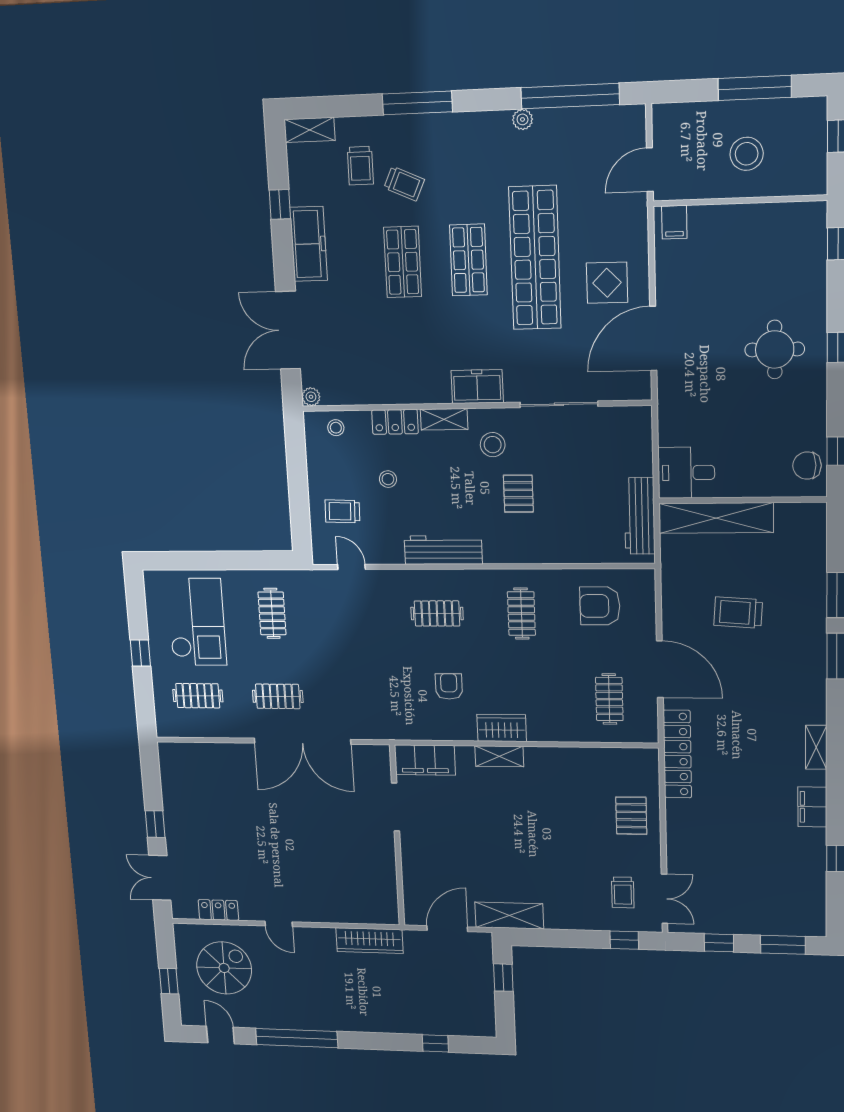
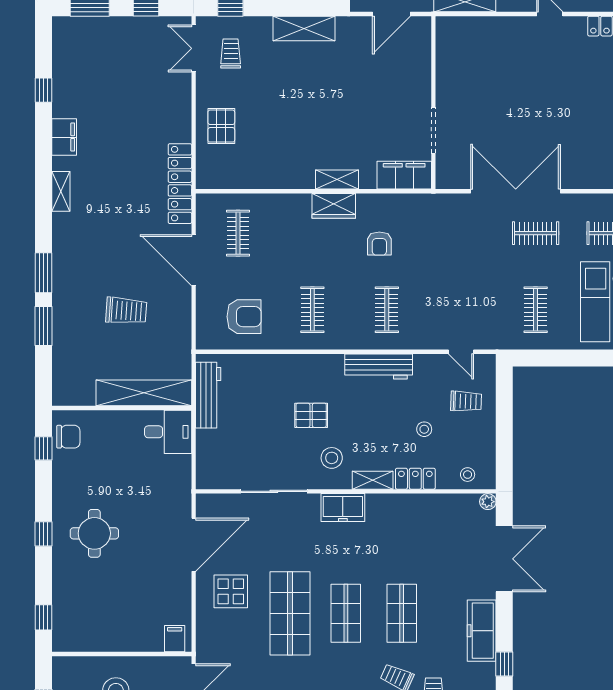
shop shelf: (535, 258) -> (290, 613), width x0.71
pallet: (518, 494) -> (311, 415), turned 90
clothes rail: (437, 613) -> (387, 310), turned 90
shelving: (509, 915) -> (304, 28), moved

